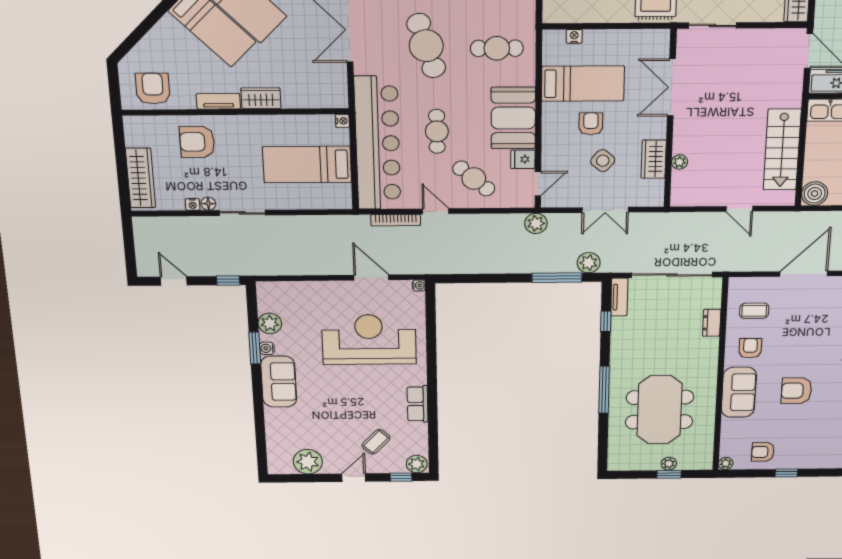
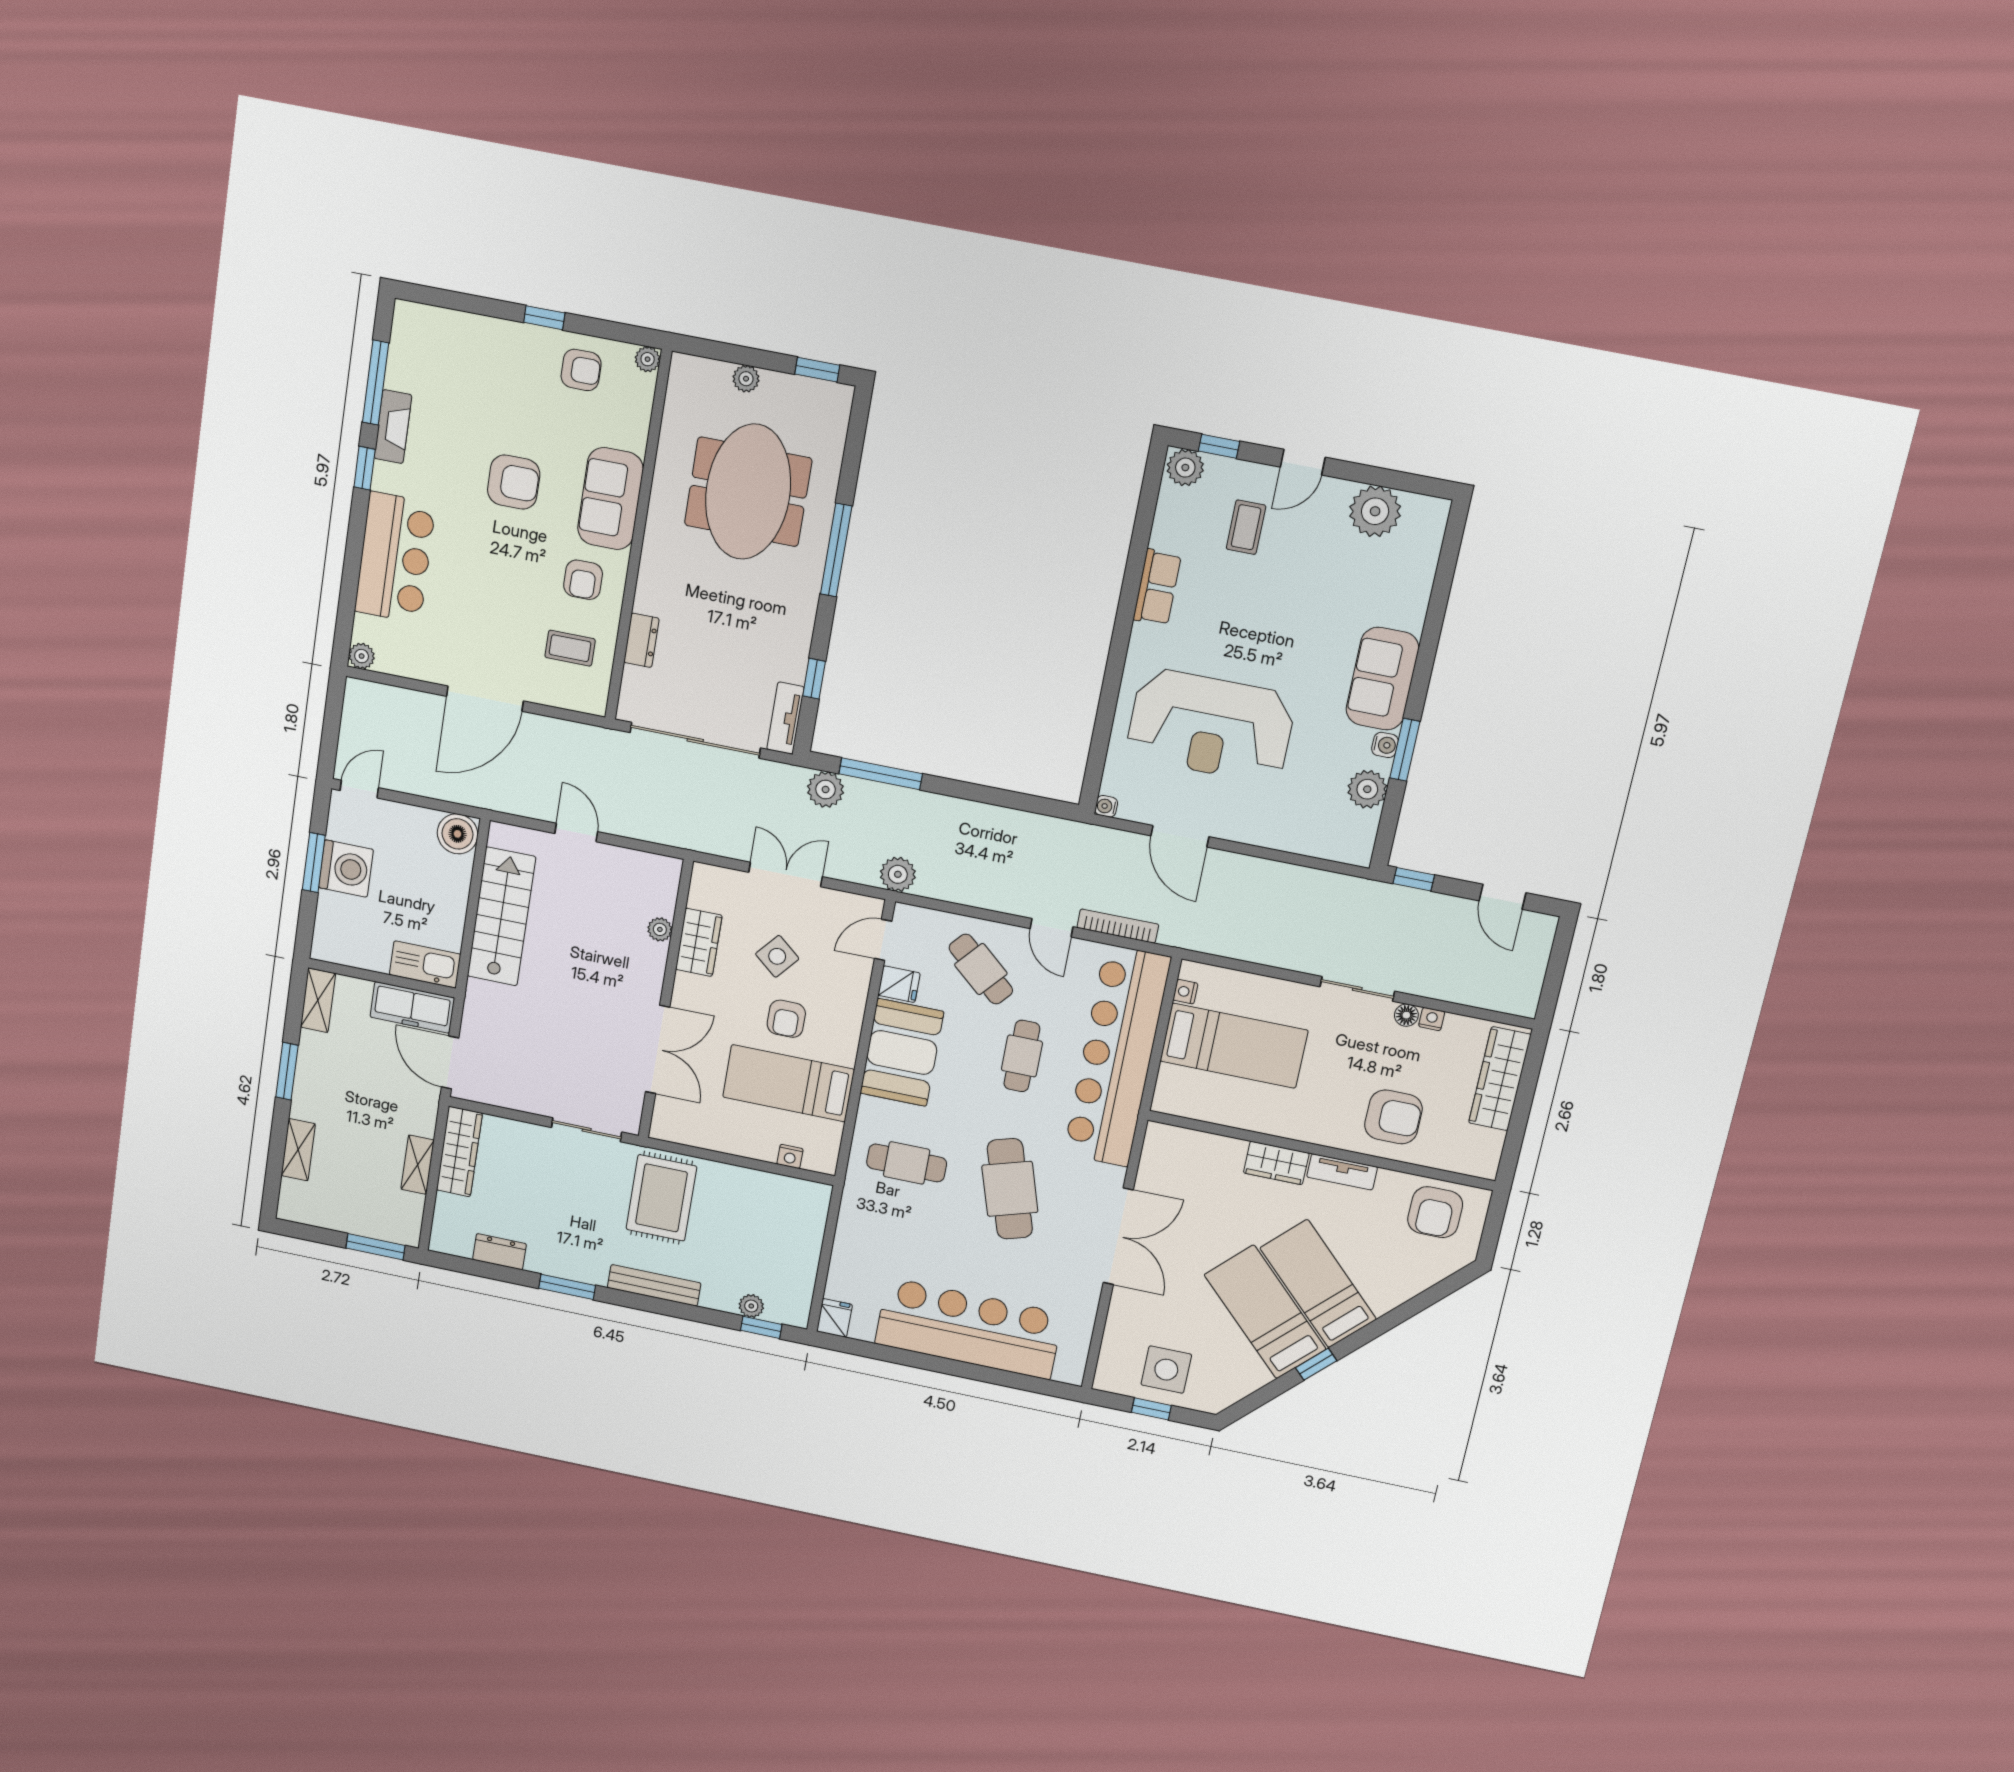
nightstand: (342, 121) -> (1185, 992), moved
coffee table: (376, 442) -> (1246, 527), turned -43
window: (669, 474) -> (817, 370), moved

